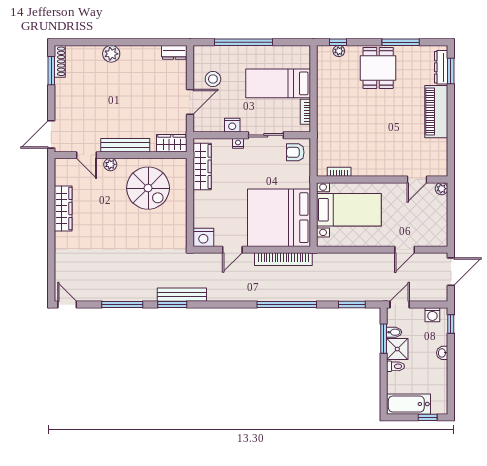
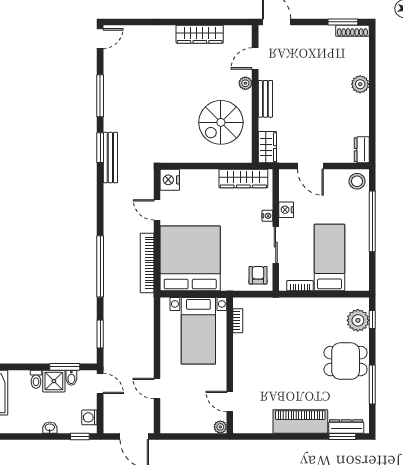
plant: (339, 51) -> (358, 320), width x1.87, depth x1.87
stool: (213, 79) -> (357, 181), moved
bench: (125, 145) -> (265, 99), width x0.73

